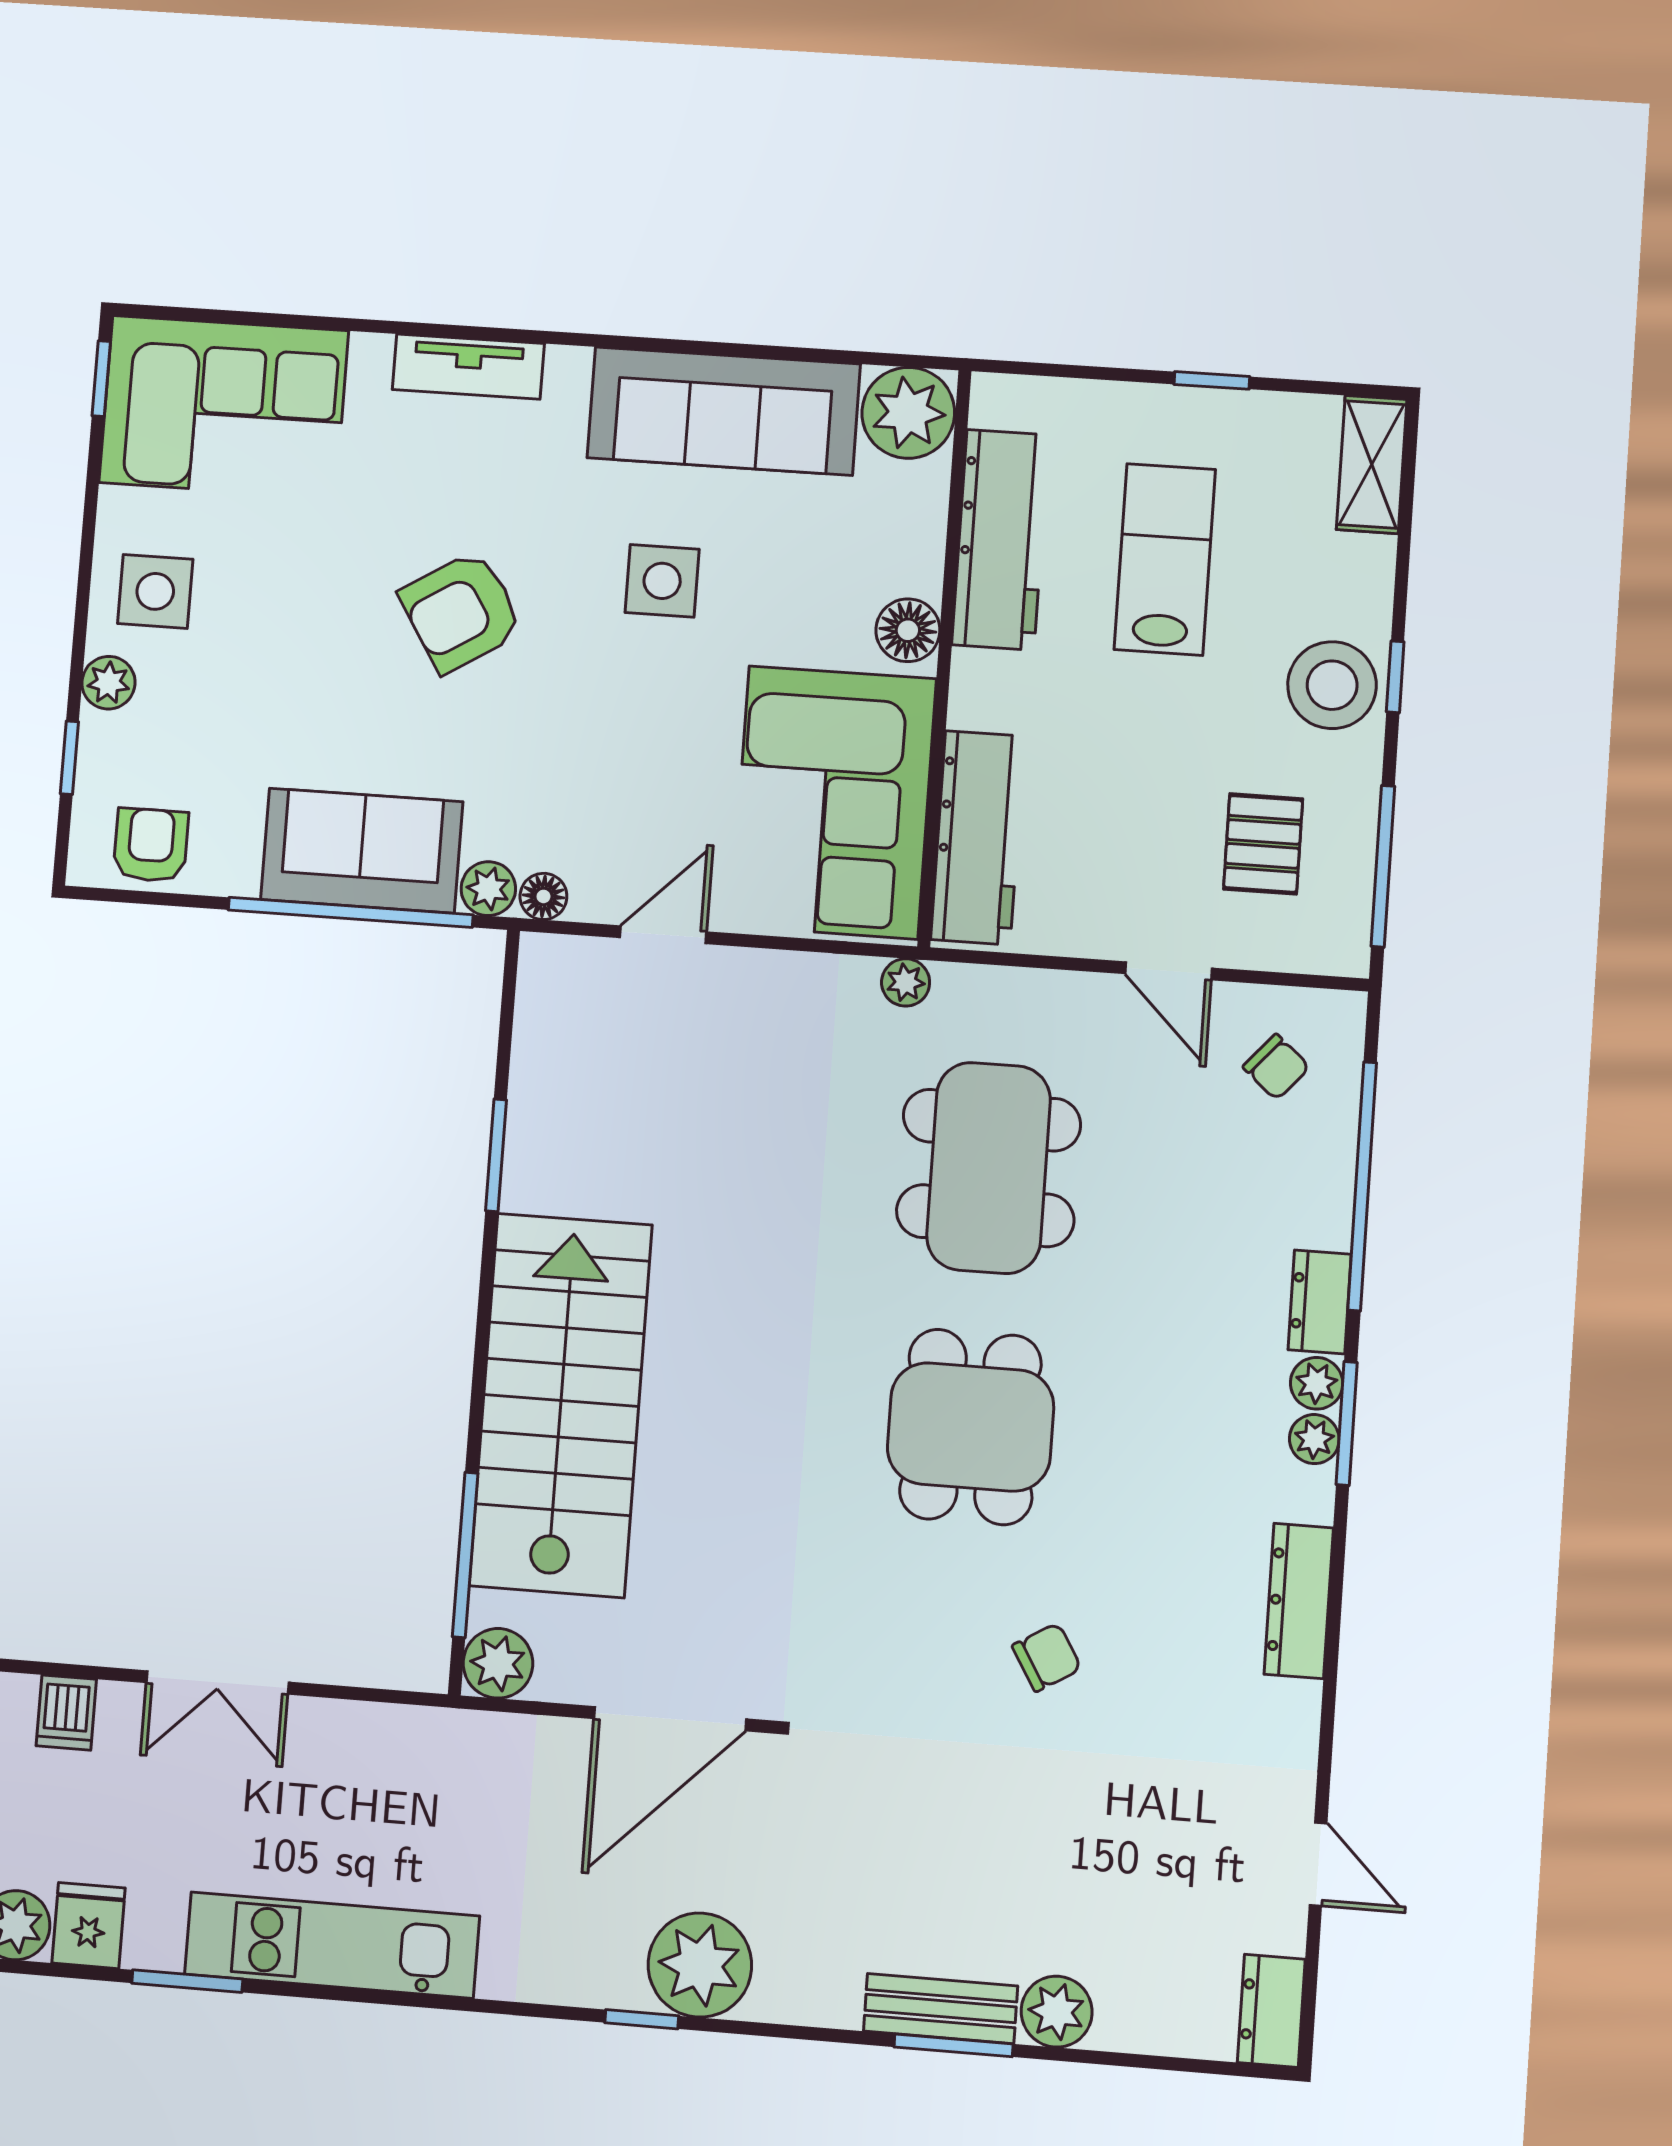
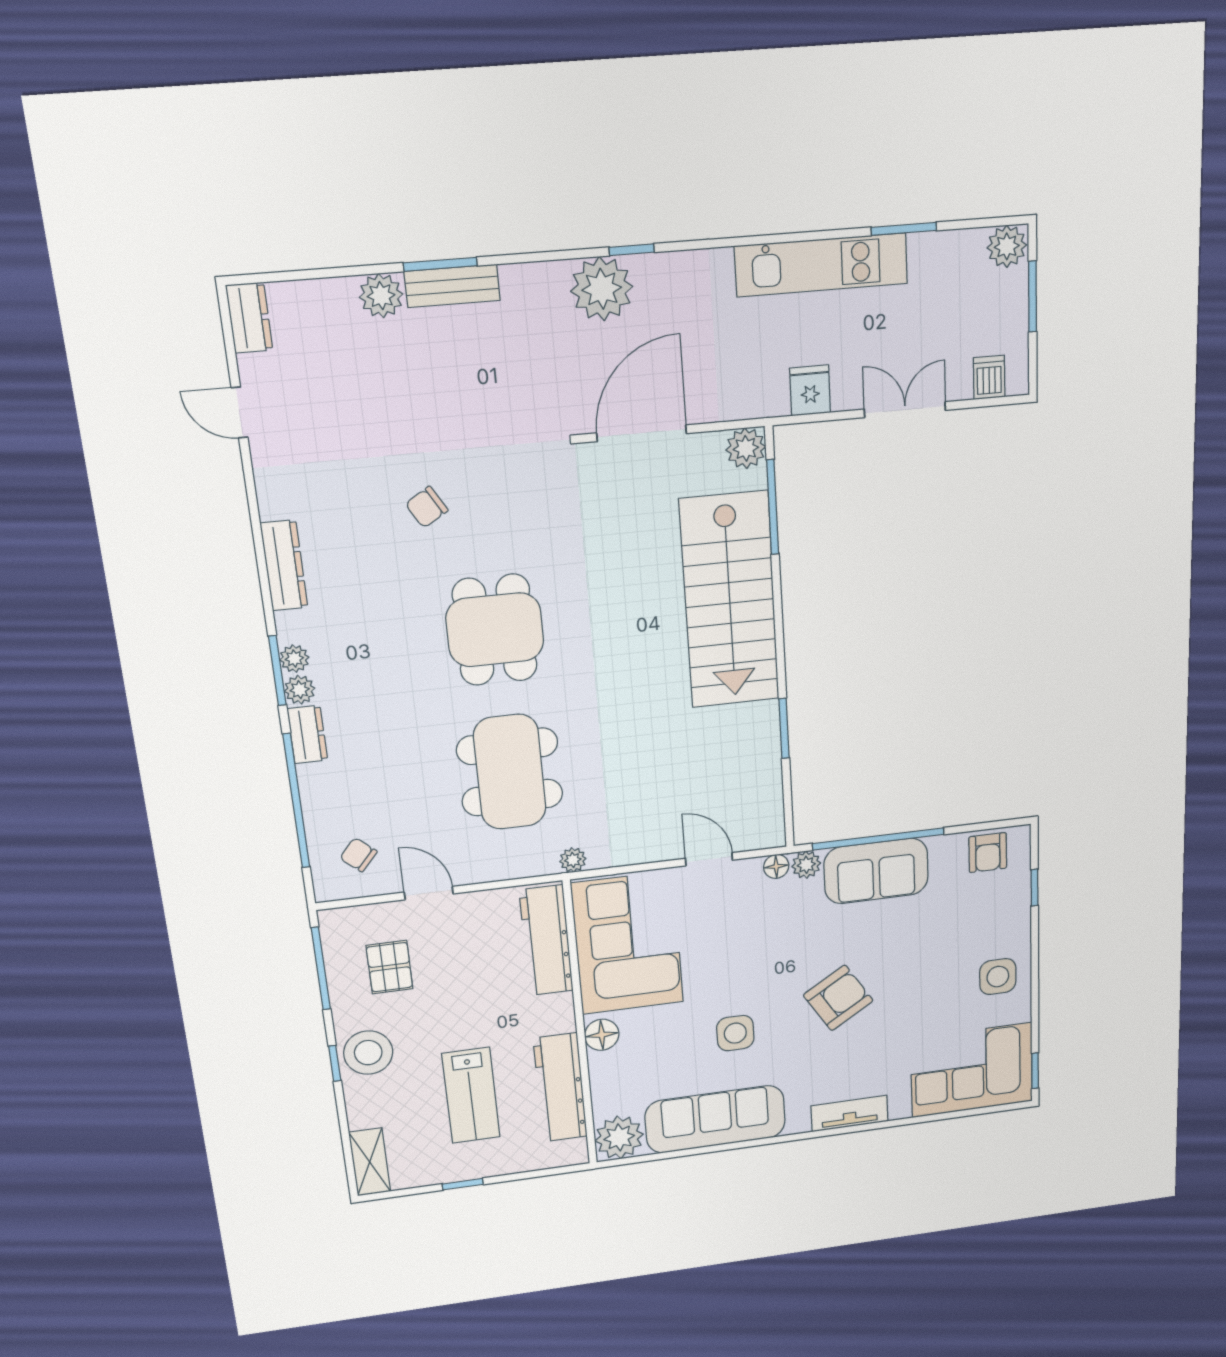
plant: (108, 683) -> (1018, 928), removed
door: (663, 935) -> (709, 859), swing flipped
fridge: (89, 1926) -> (810, 390), moved, turned 180

